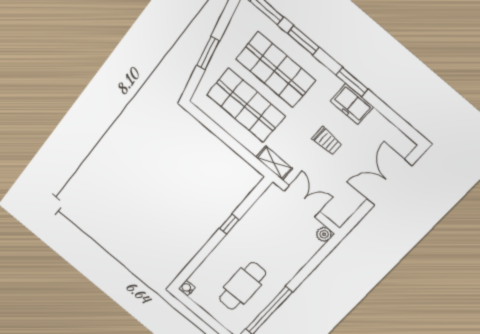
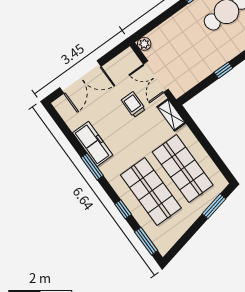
window: (303, 40) -> (123, 209), width x0.67
window: (208, 53) -> (214, 206), moved
freezer: (352, 104) -> (93, 144), width x1.40
trolley: (327, 141) -> (133, 105), moved

